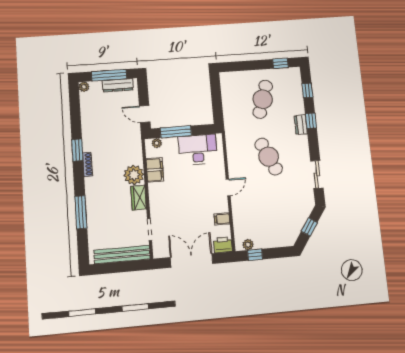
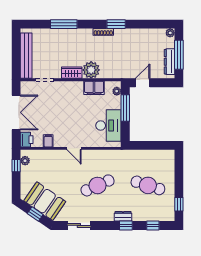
booth: (293, 217) -> (45, 201), added

